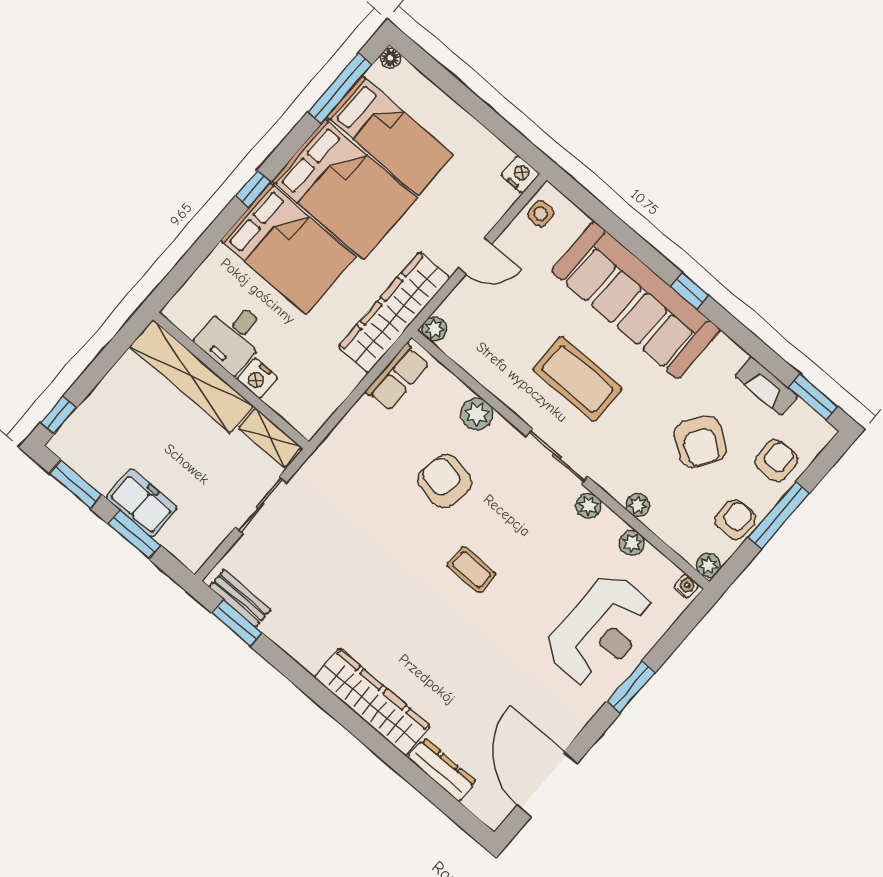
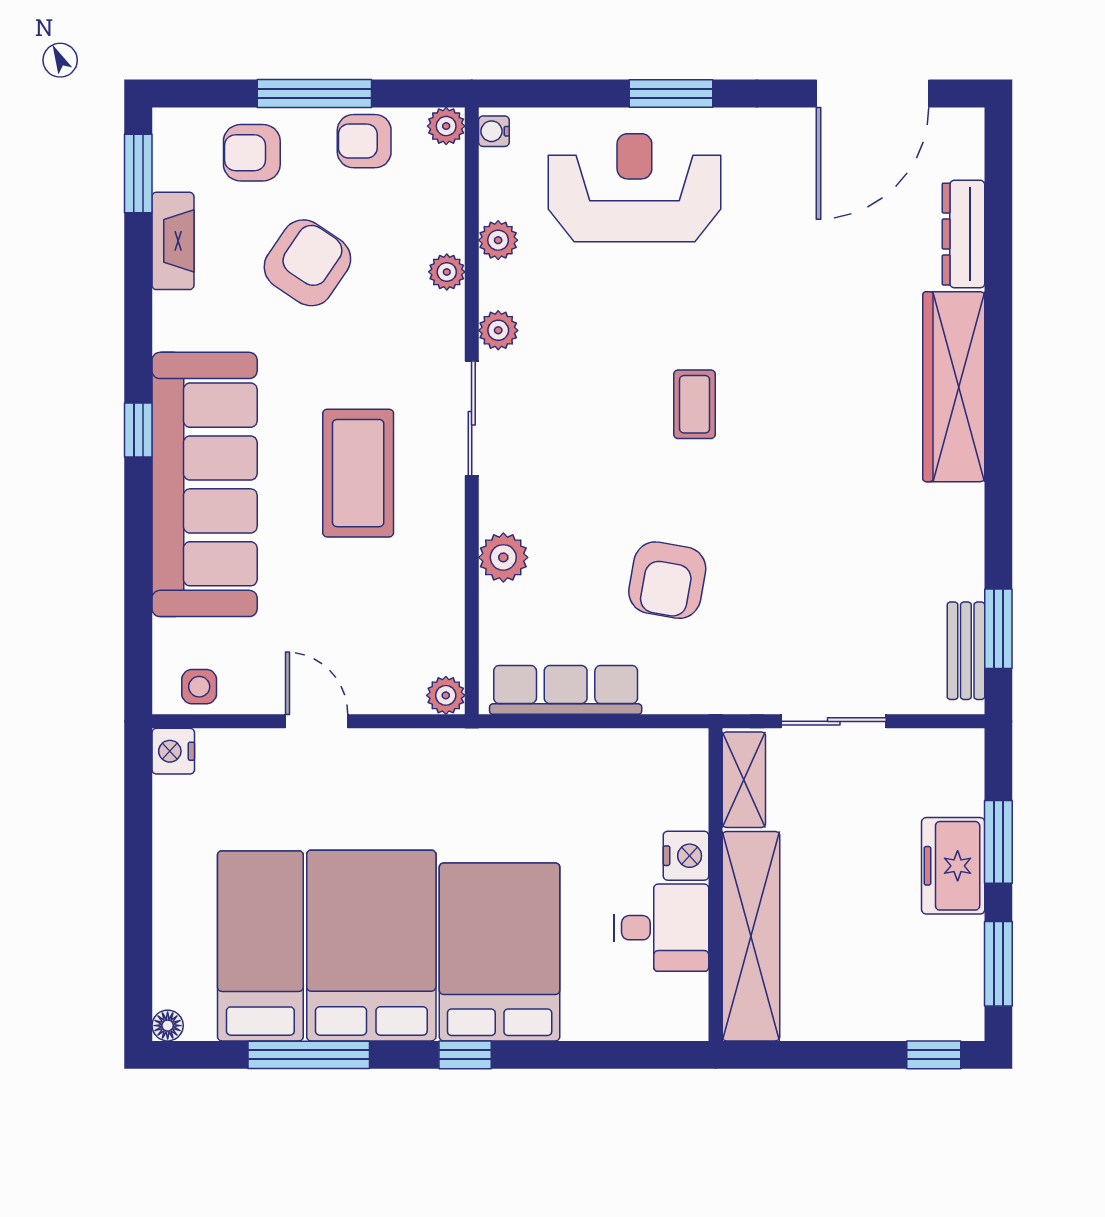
window: (340, 88) -> (309, 1055), moved
wardrobe: (394, 312) -> (467, 760), removed
row of seats: (397, 377) -> (566, 690), width x1.48
armchair: (445, 481) -> (667, 580), moved

